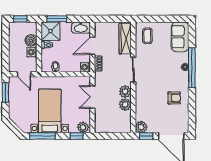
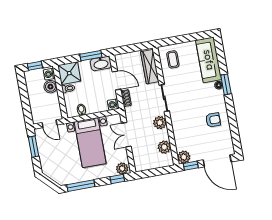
window: (57, 19) -> (91, 56), moved
sofa: (180, 37) -> (209, 60), width x1.36
door: (92, 46) -> (116, 80), swing flipped
washing machine: (32, 52) -> (49, 74), moved
window: (192, 68) -> (226, 84), width x0.47
plant: (125, 105) -> (164, 147), moved
bed with nightstands: (50, 111) -> (90, 143), moved, turned 180

